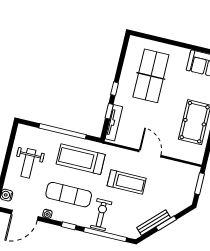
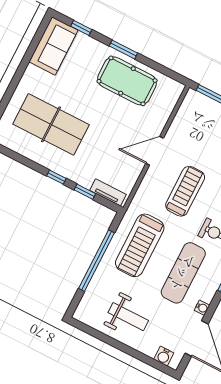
tv unit: (114, 123) -> (108, 192), width x0.71

